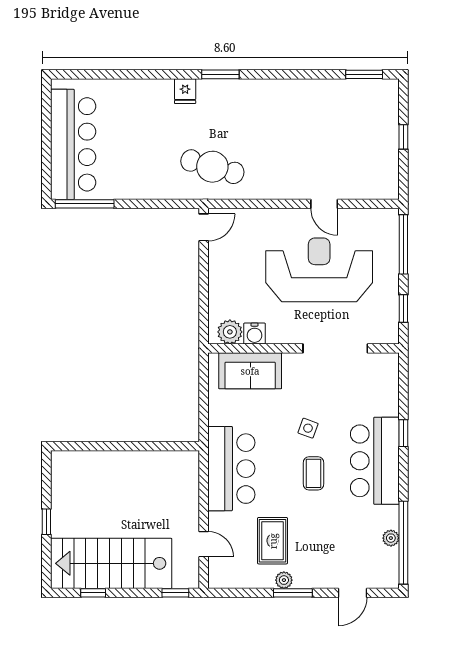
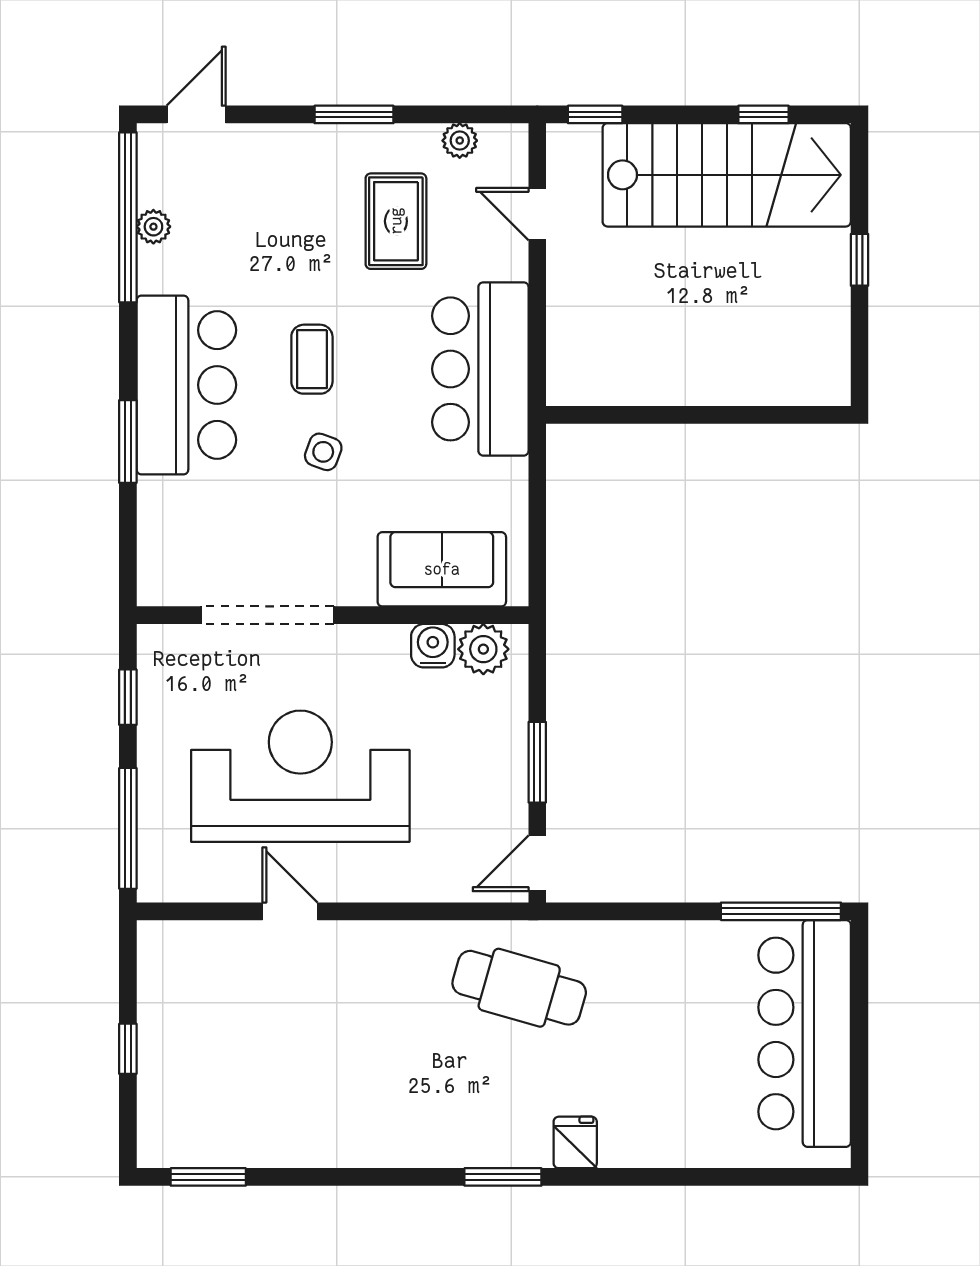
reception desk: (319, 270) -> (300, 776), turned 180
window: (204, 277) -> (537, 762), added
window: (403, 433) -> (128, 441), width x1.50
plant: (284, 580) -> (460, 141), moved
door: (353, 593) -> (196, 114), moved

